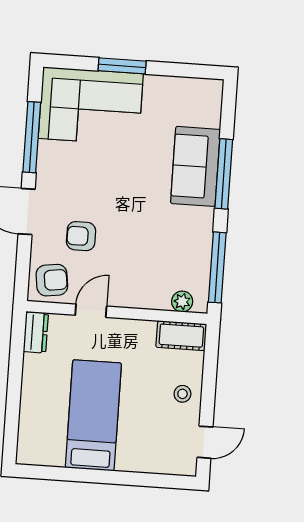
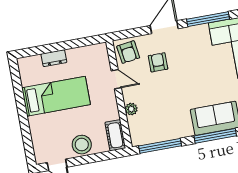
plant: (182, 301) -> (131, 109), moved
dresser: (36, 332) -> (54, 58), moved
stool: (182, 394) -> (82, 145), width x1.89, depth x1.89

